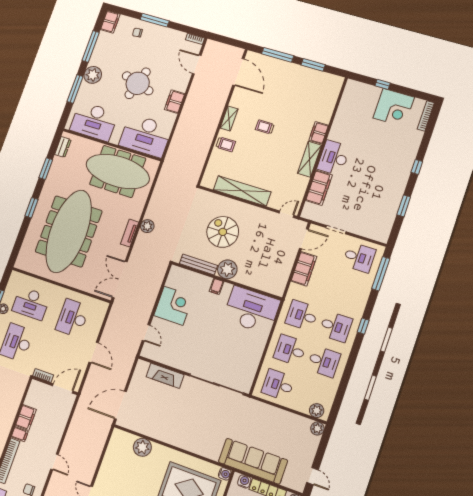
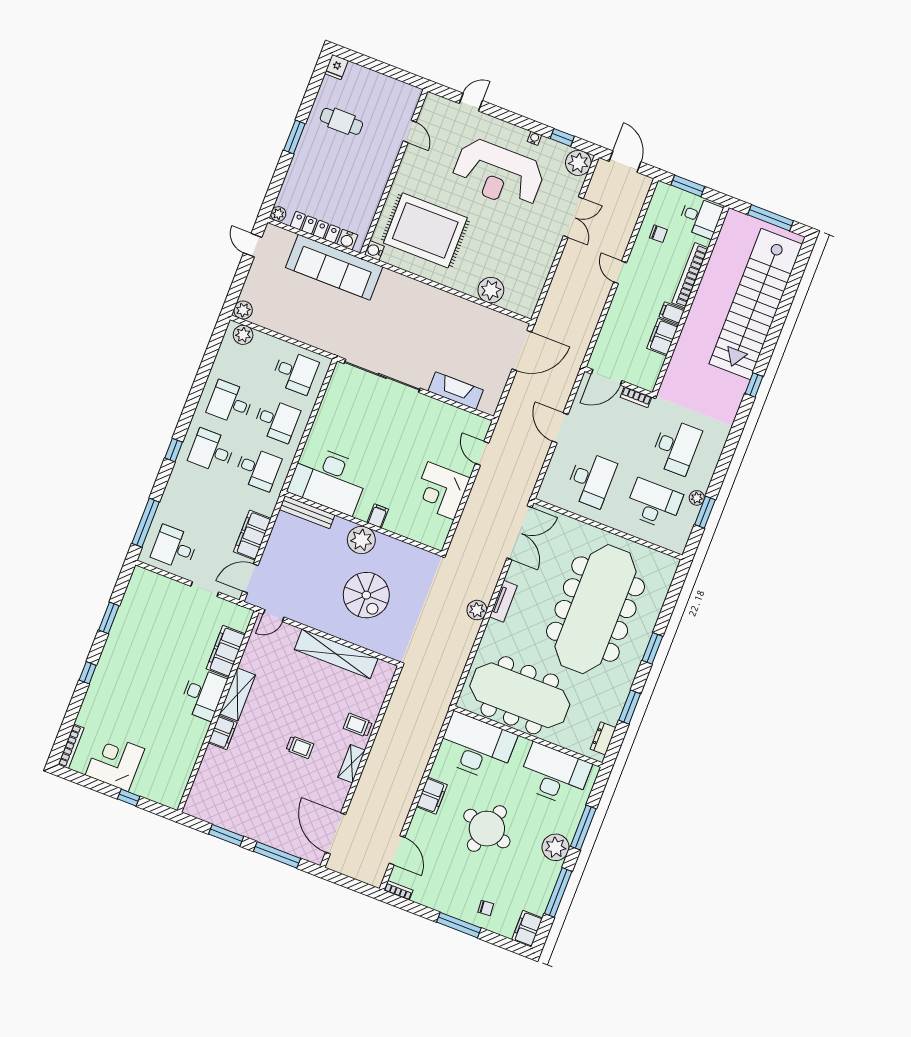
bench: (198, 264) -> (307, 512), moved

